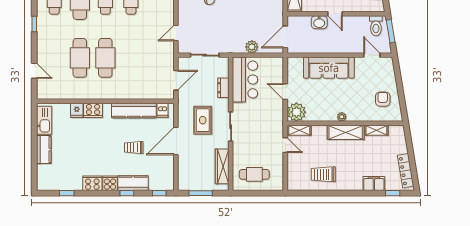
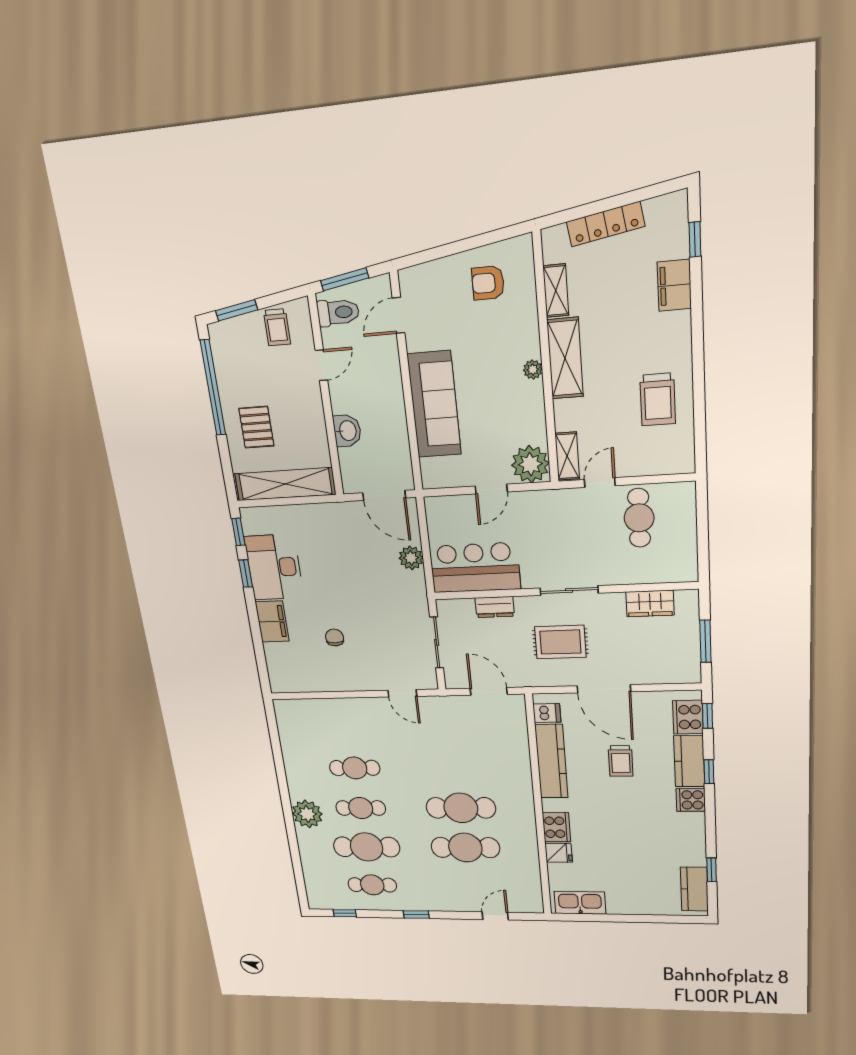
door: (335, 14) -> (321, 365), moved
kitchen counter: (44, 149) -> (694, 889), moved, turned -90
wardrobe: (222, 166) -> (650, 603), width x0.67
locker: (406, 171) -> (606, 224), moved
cafe table: (254, 174) -> (639, 518), moved
cooker: (92, 183) -> (688, 717), moved

